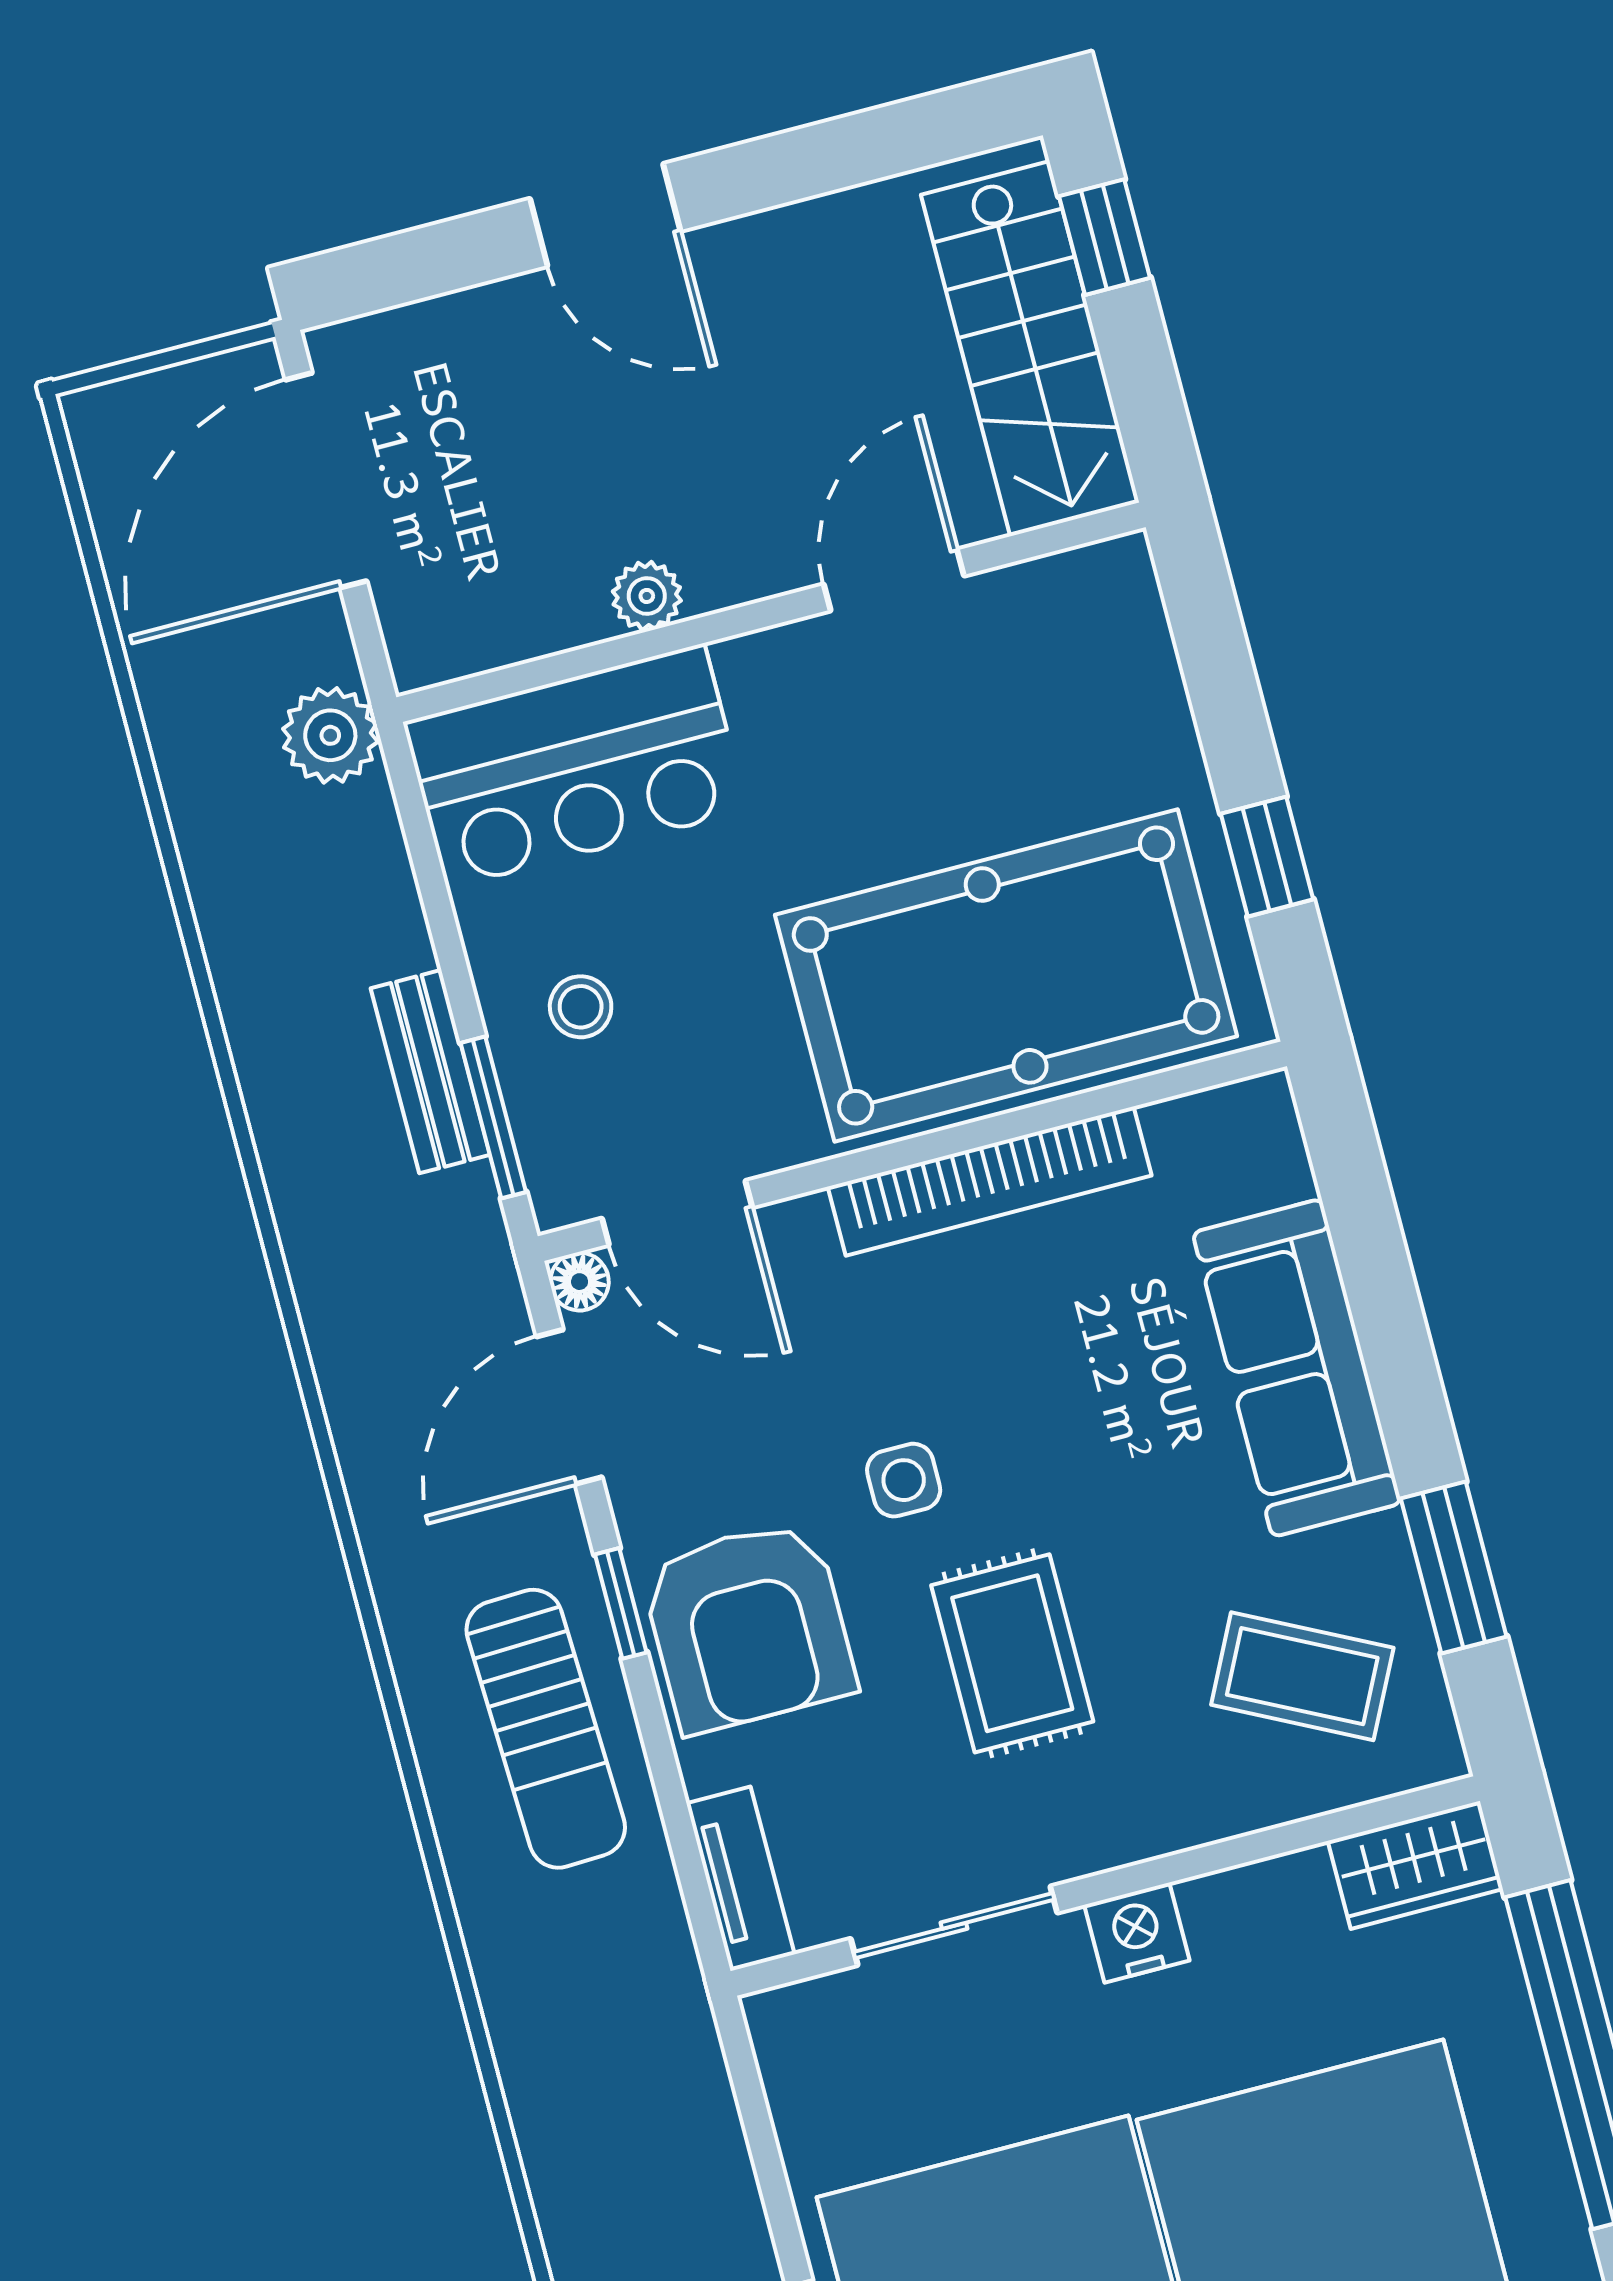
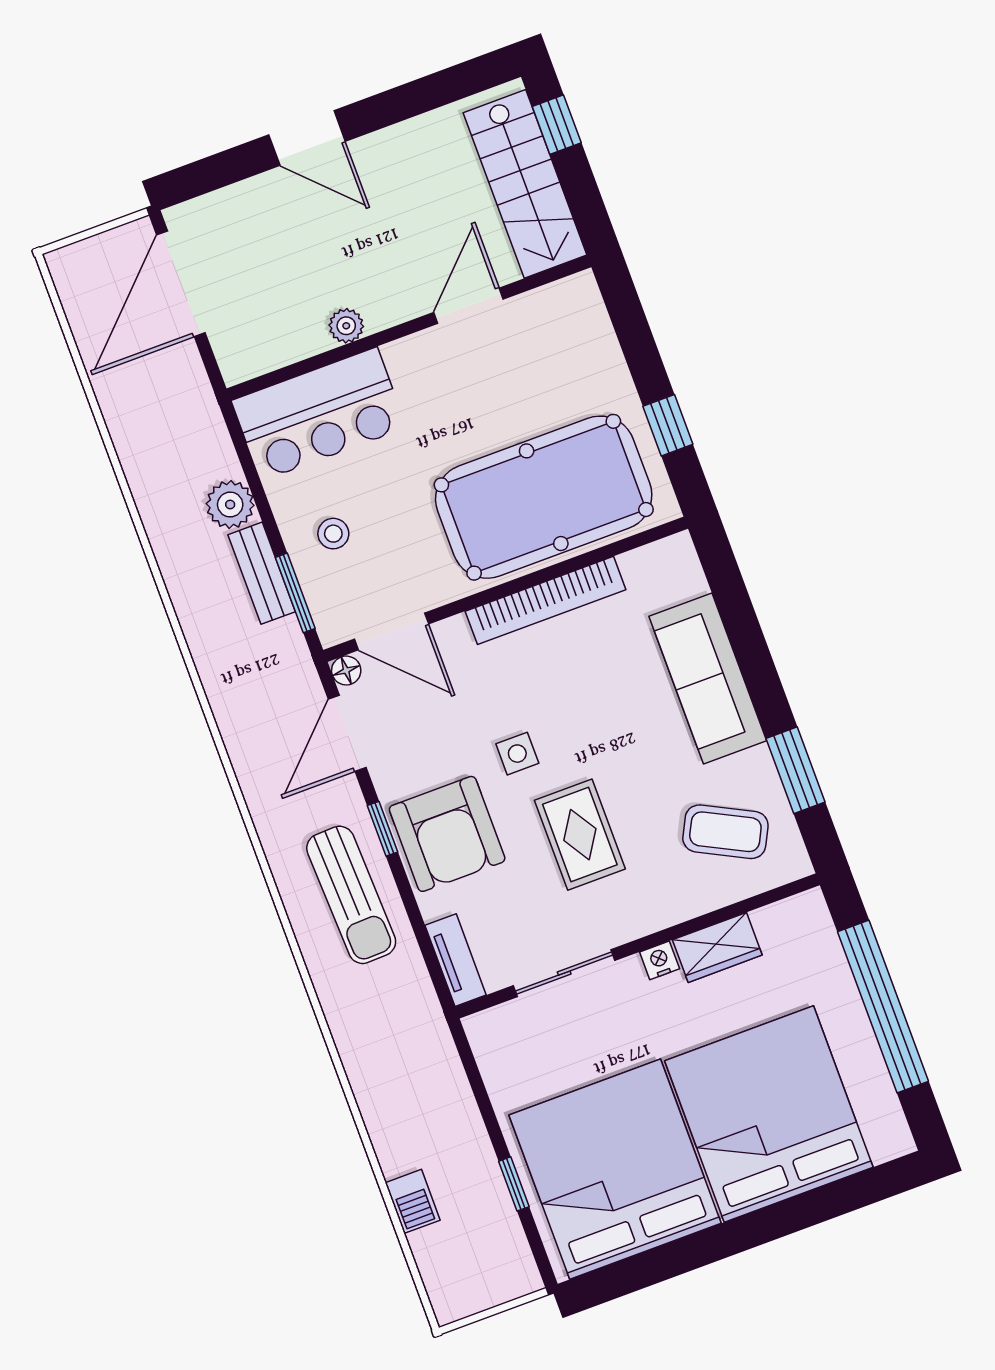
plant: (330, 735) -> (230, 504), moved
wardrobe: (1415, 1865) -> (717, 947), moved
nightstand: (1137, 1933) -> (660, 960), width x0.72, depth x0.74

